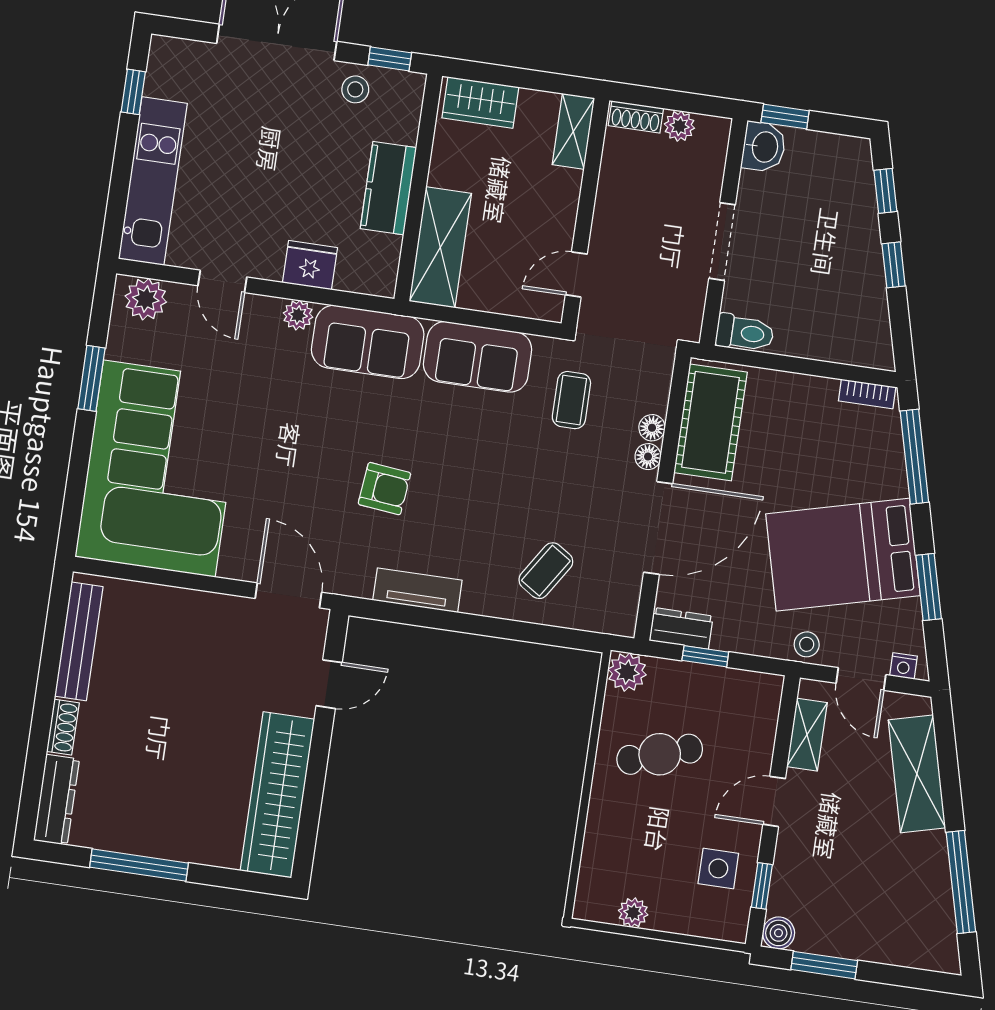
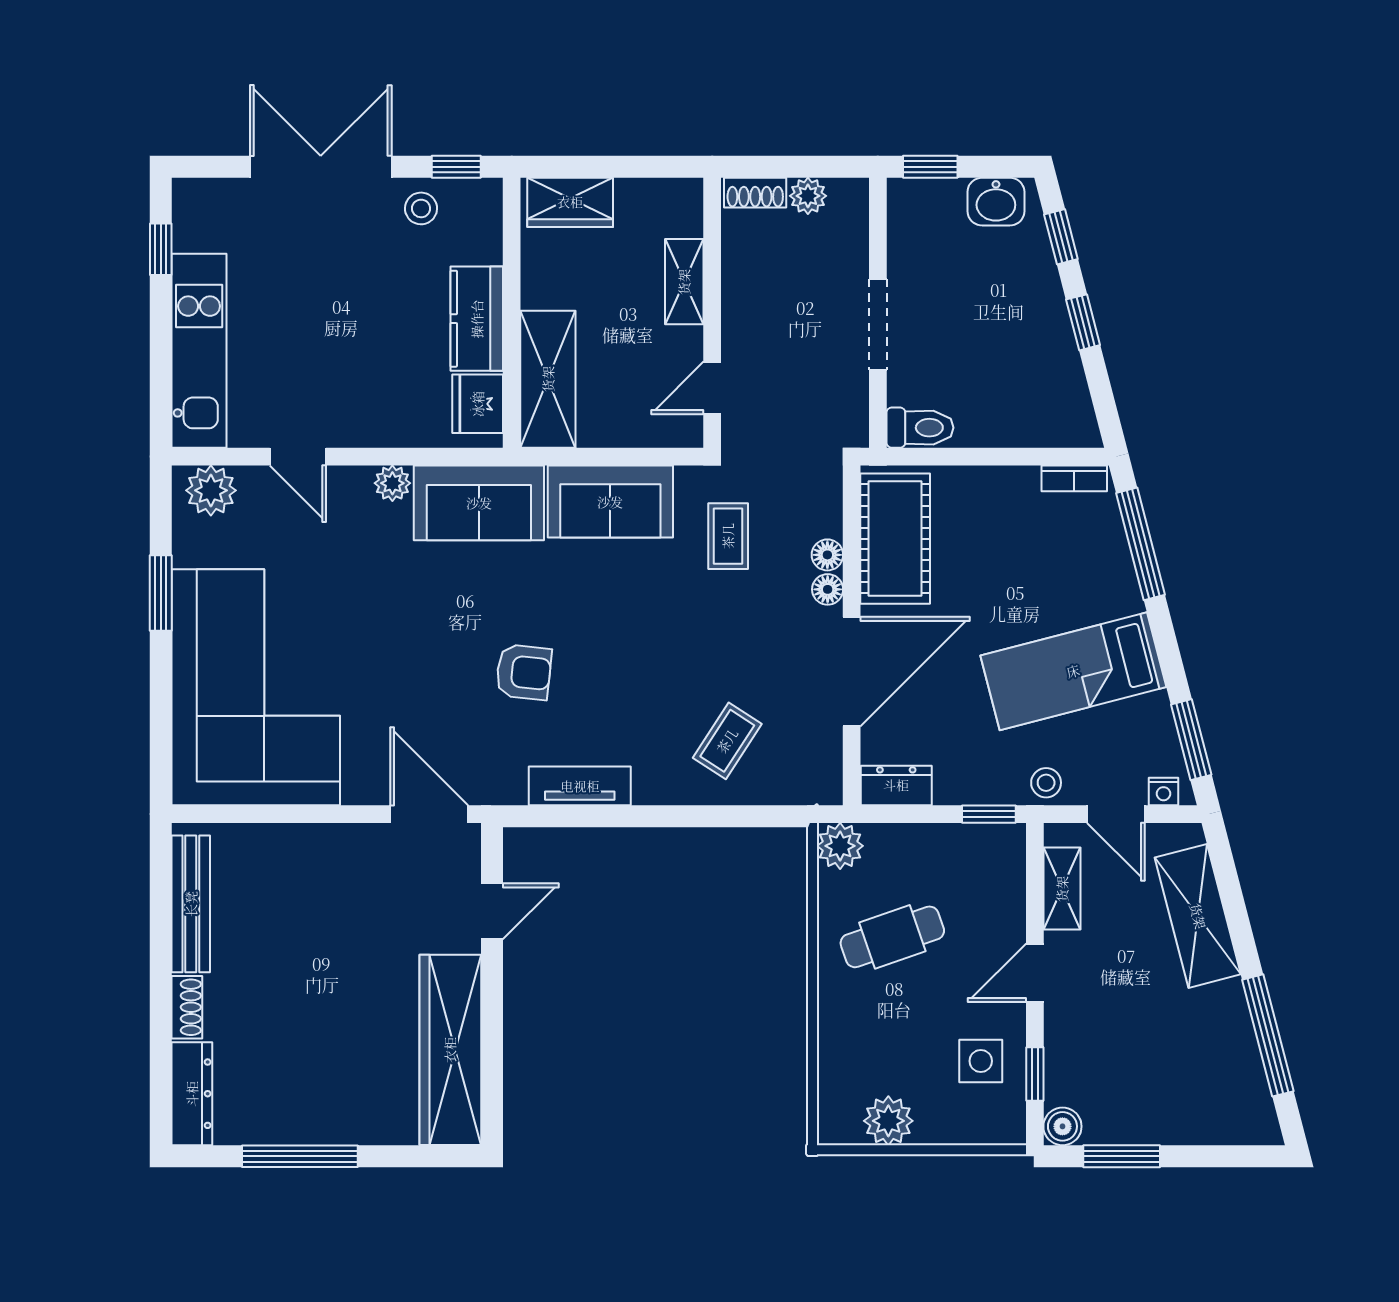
shelving: (573, 131) -> (684, 282), moved
washbasin: (764, 147) -> (996, 202), moved, turned 90
fridge: (310, 265) -> (478, 404), moved, turned -90
bed: (843, 555) -> (1073, 671), width x0.67
window: (929, 587) -> (1191, 740), moved
window: (705, 656) -> (989, 814), moved
plant: (633, 913) -> (888, 1121), width x1.38, depth x1.38

